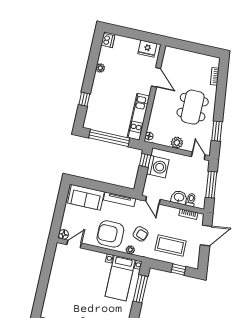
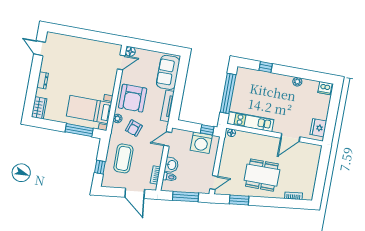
plant: (177, 143) -> (226, 161), removed
armchair: (110, 234) -> (133, 98), turned 180
door: (74, 244) -> (121, 62), hinge flipped

